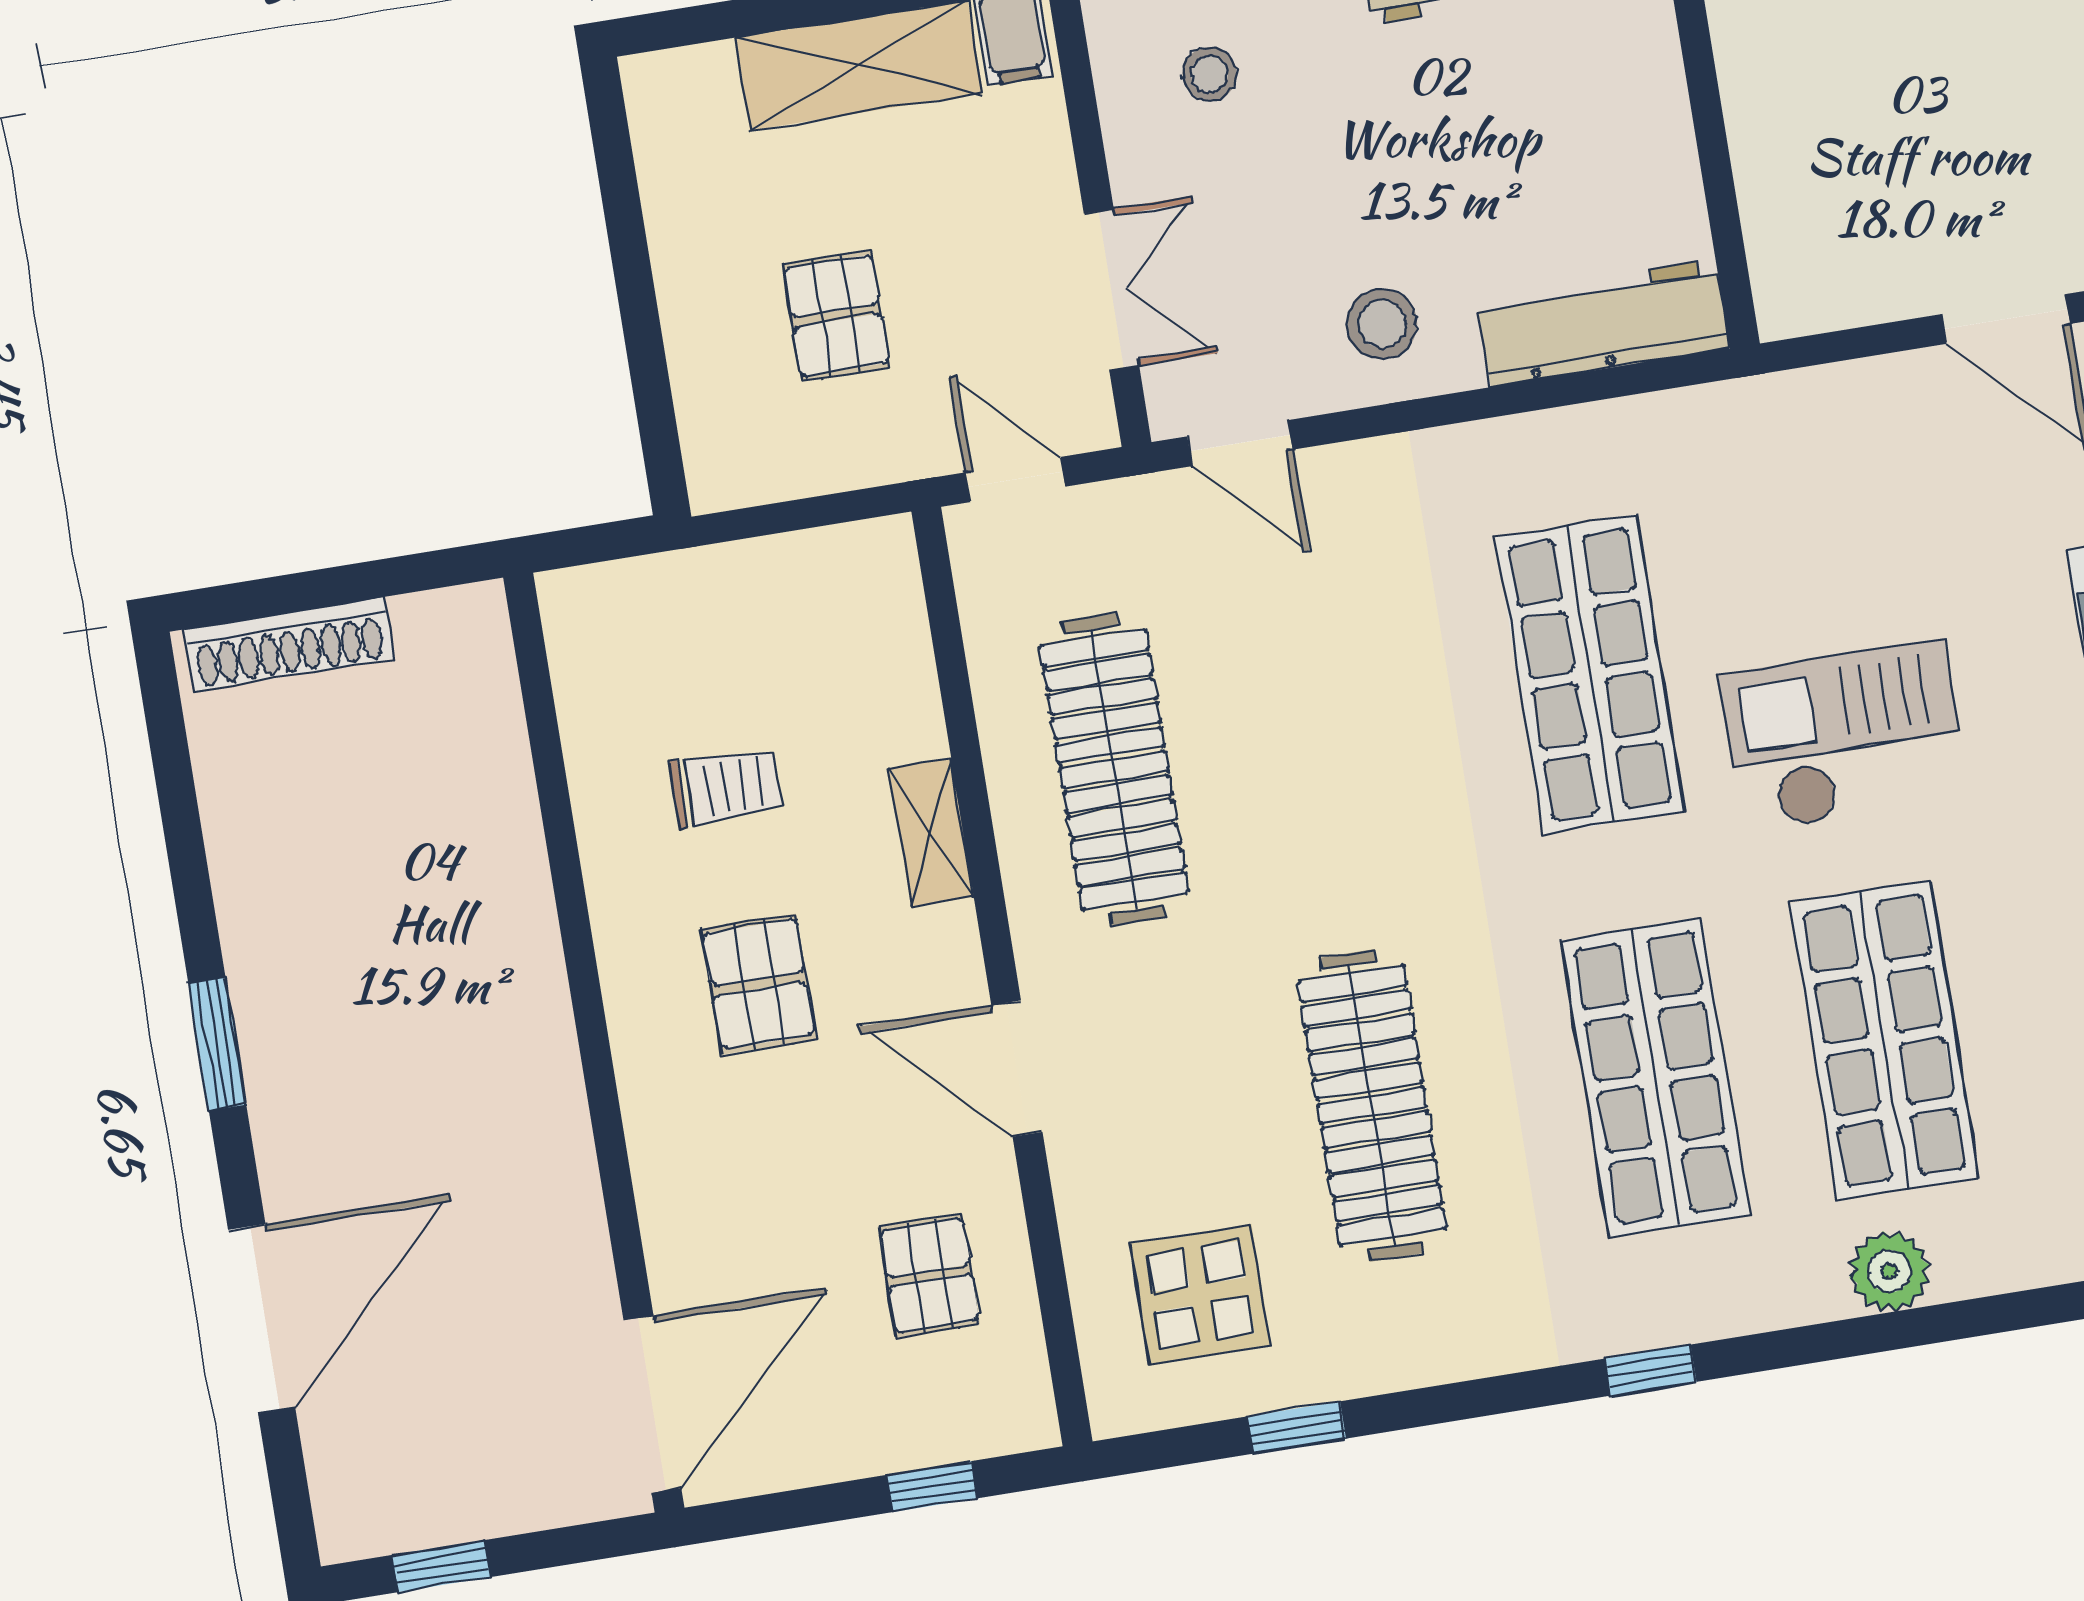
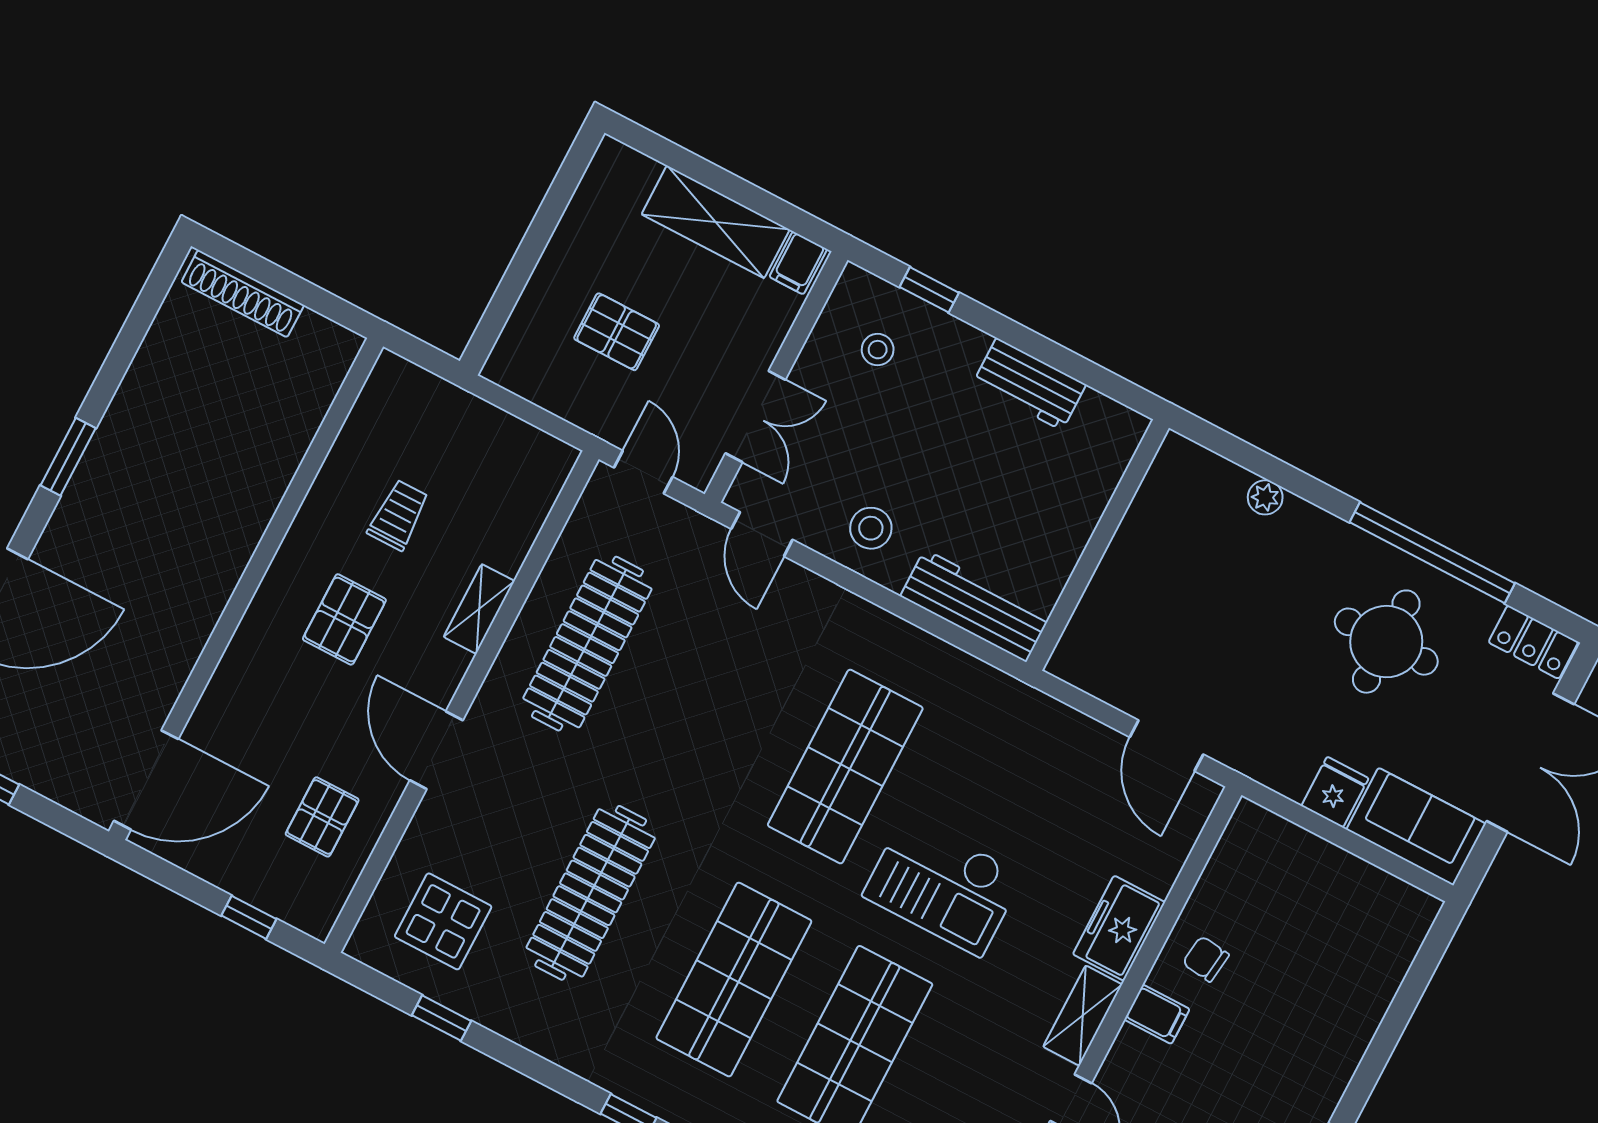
pallet: (836, 316) -> (617, 332), turned 90
checkout: (1844, 736) -> (943, 885), turned 180
trolley: (726, 787) -> (398, 515), turned -90

